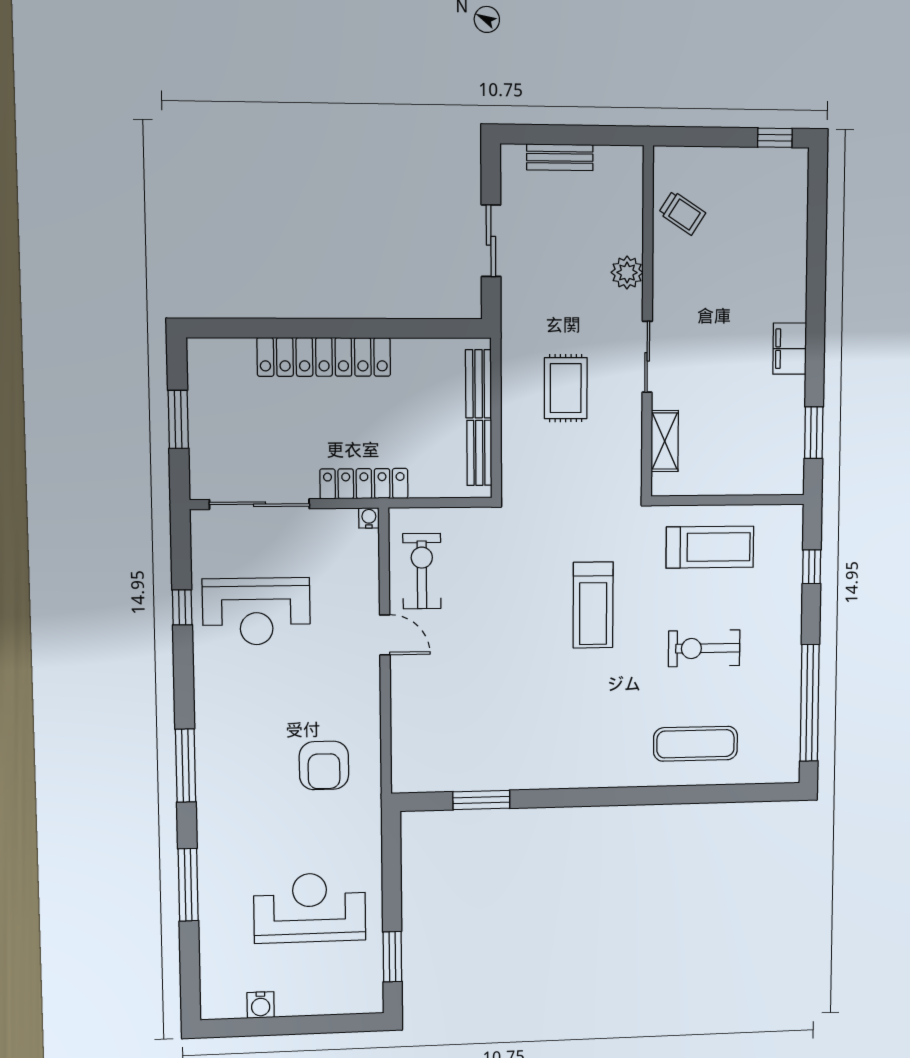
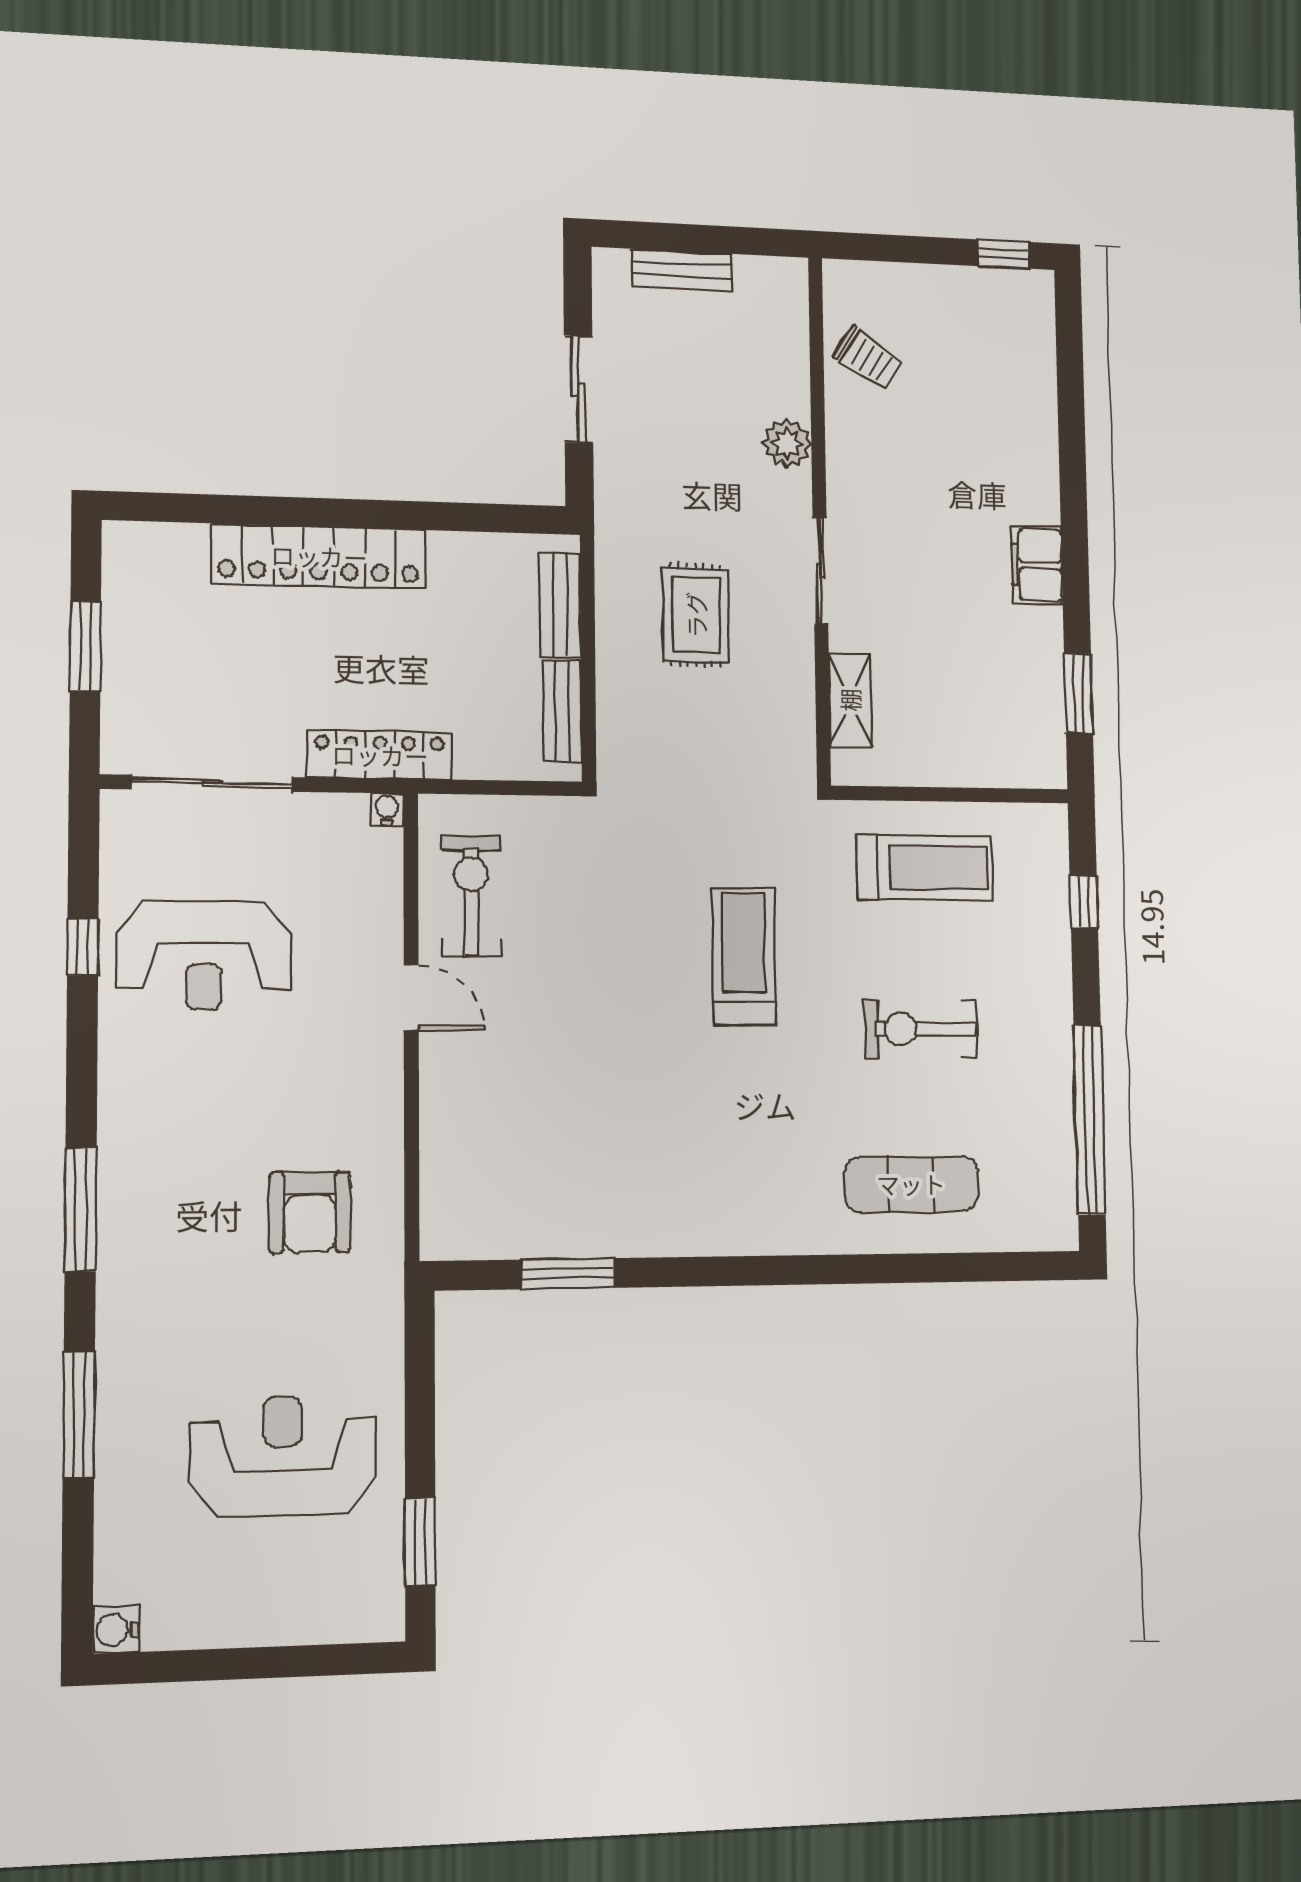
treadmill: (593, 605) -> (744, 956), turned 180
water cooler: (261, 1005) -> (116, 1630), moved, turned 90

